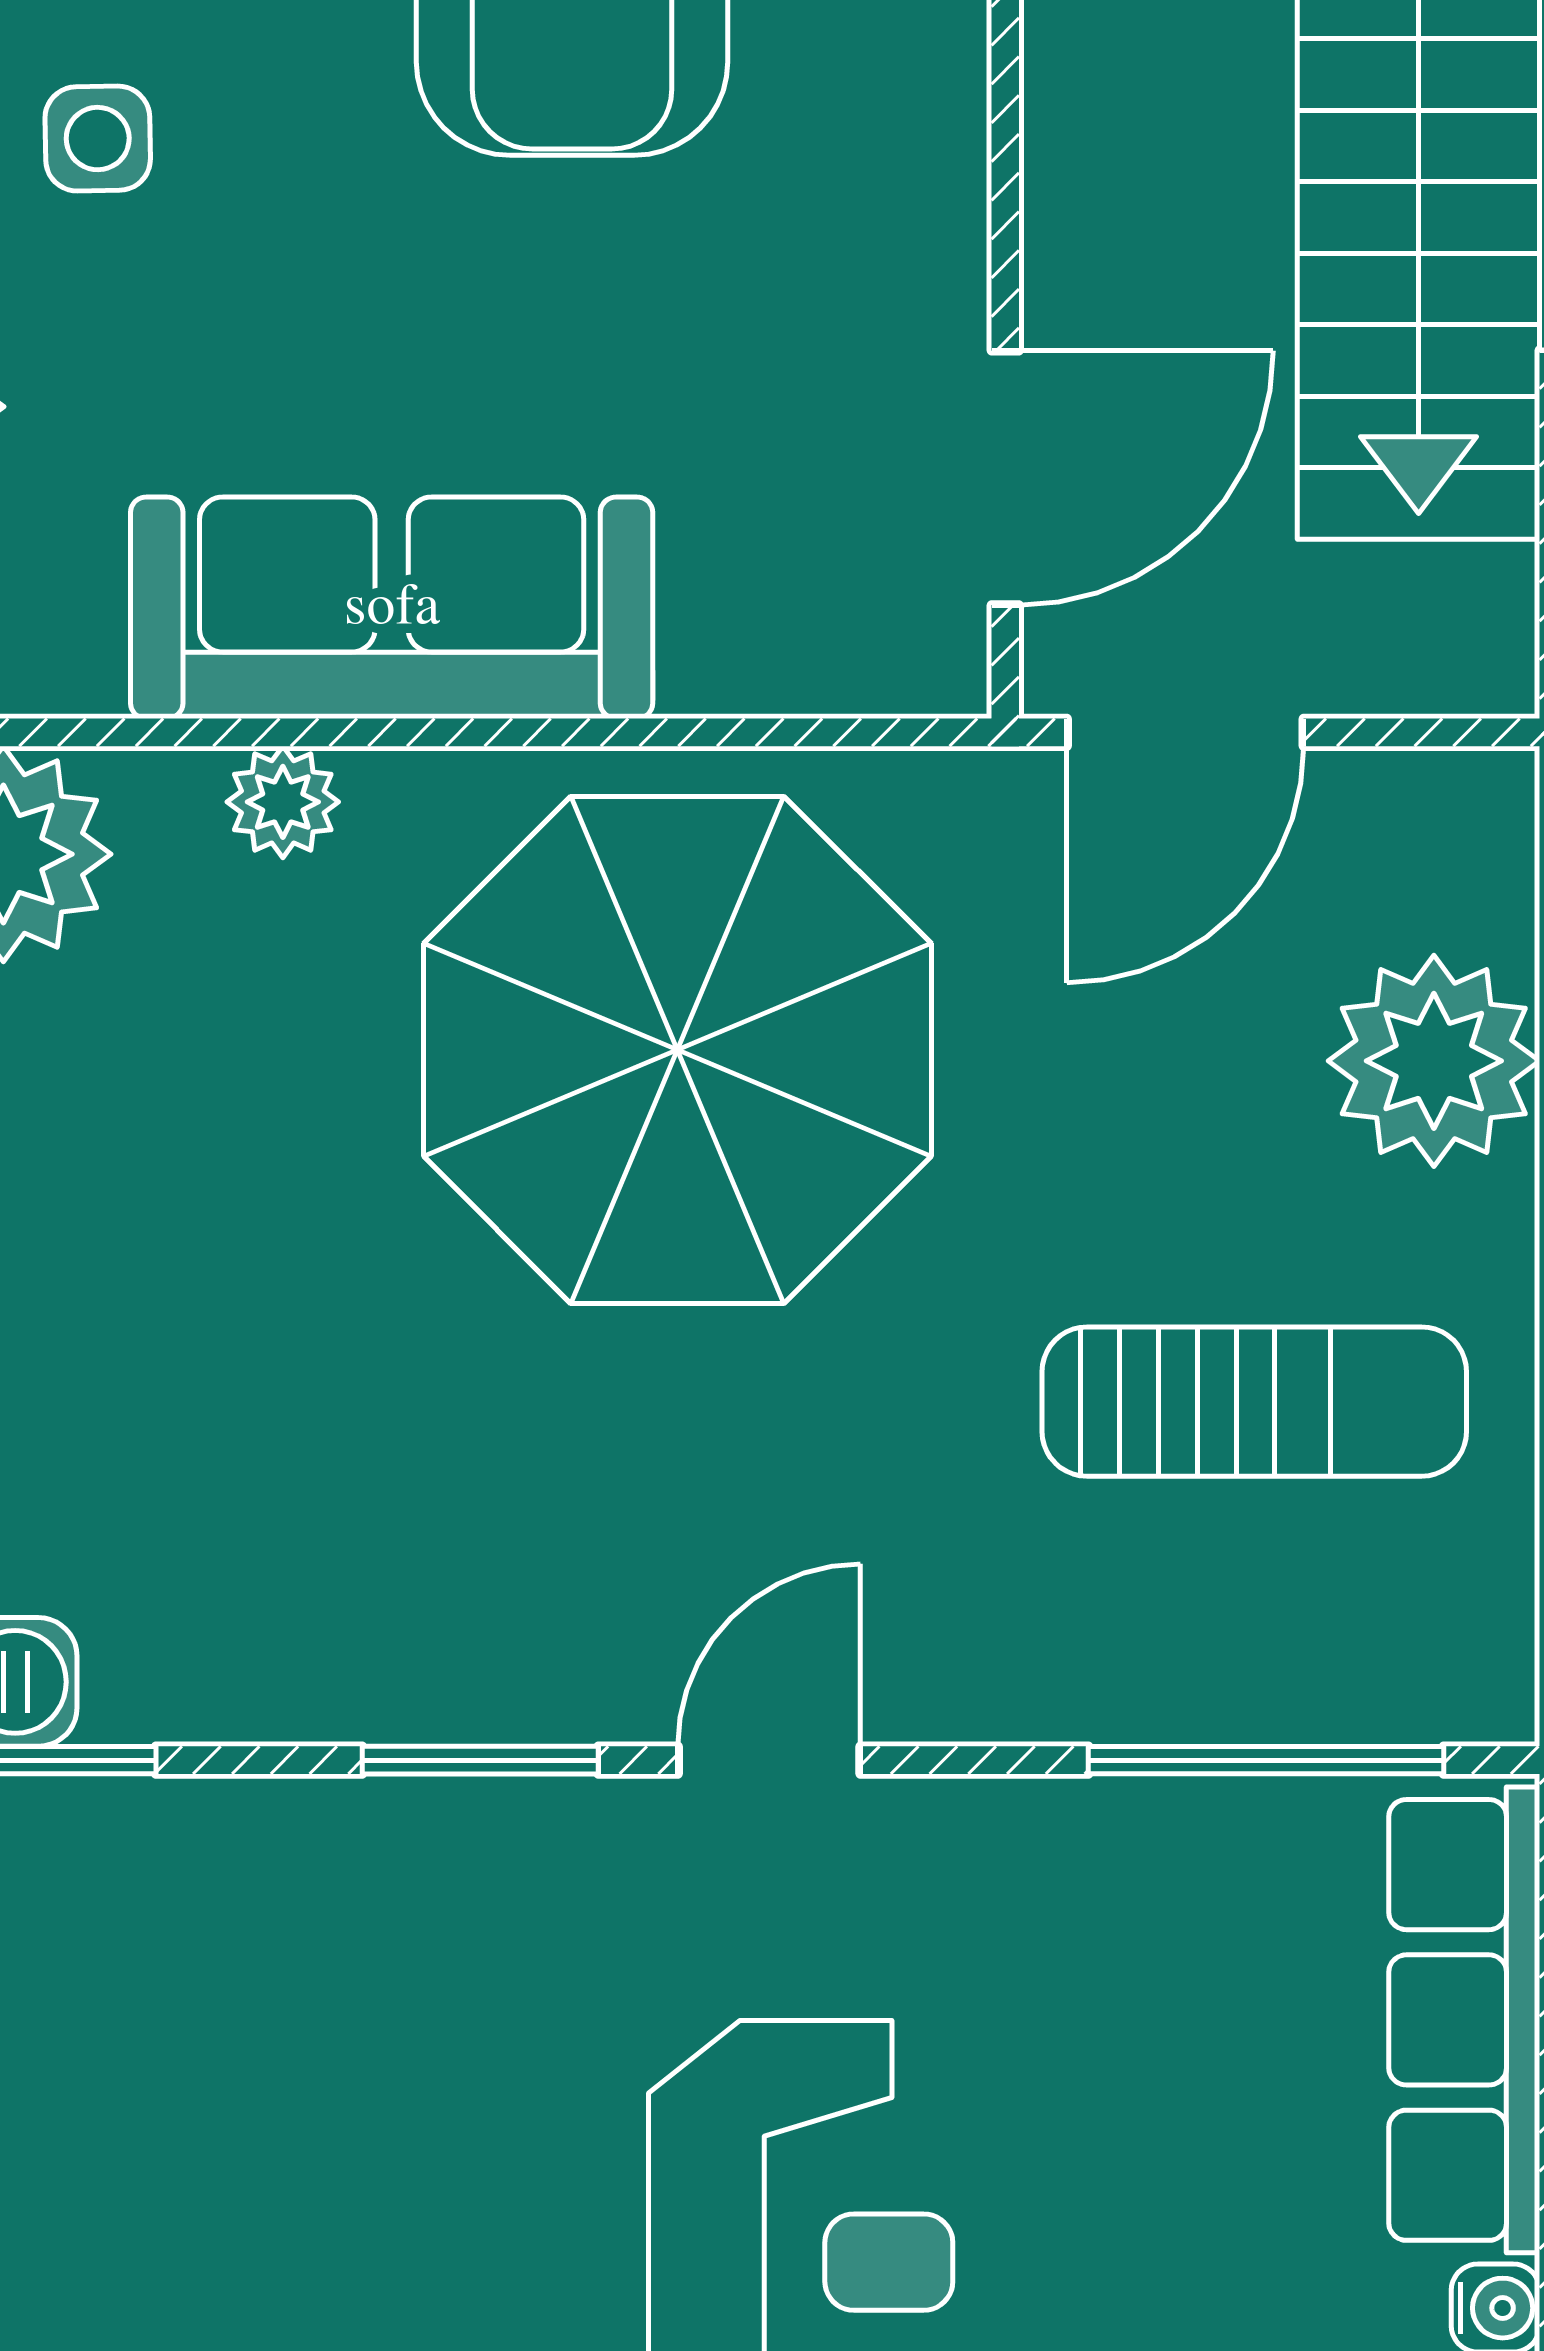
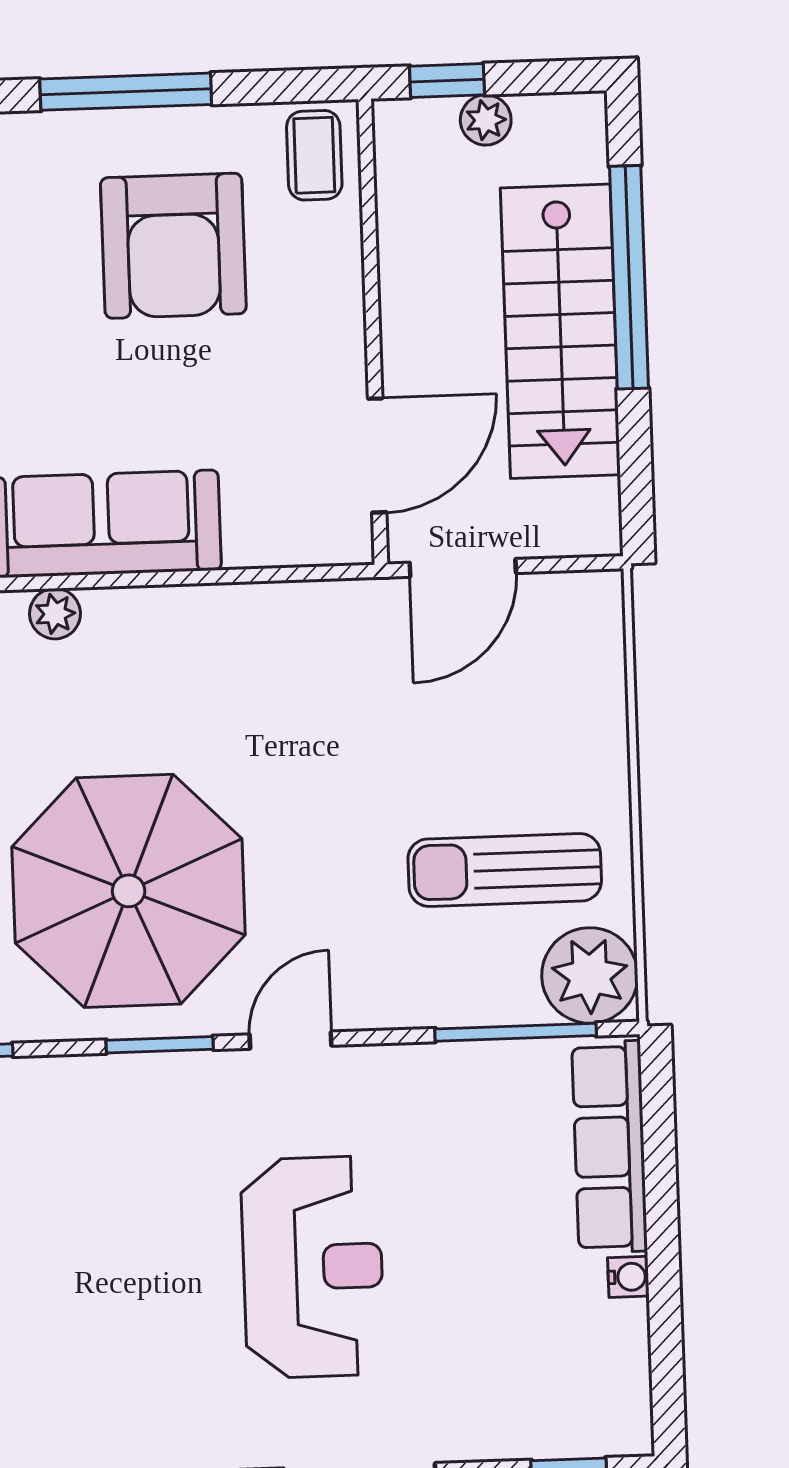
parasol: (677, 1050) -> (129, 891), moved
plant: (1434, 1061) -> (590, 975), moved
sun lounger: (1254, 1402) -> (505, 870), turned 180

